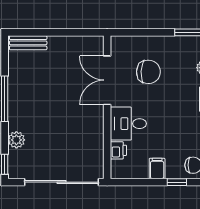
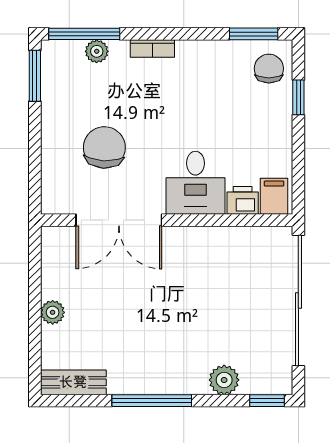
plant: (55, 42) -> (53, 312), added
bench: (28, 43) -> (73, 382), moved, turned 90
filing cabinet: (157, 168) -> (274, 196), moved, turned 90

